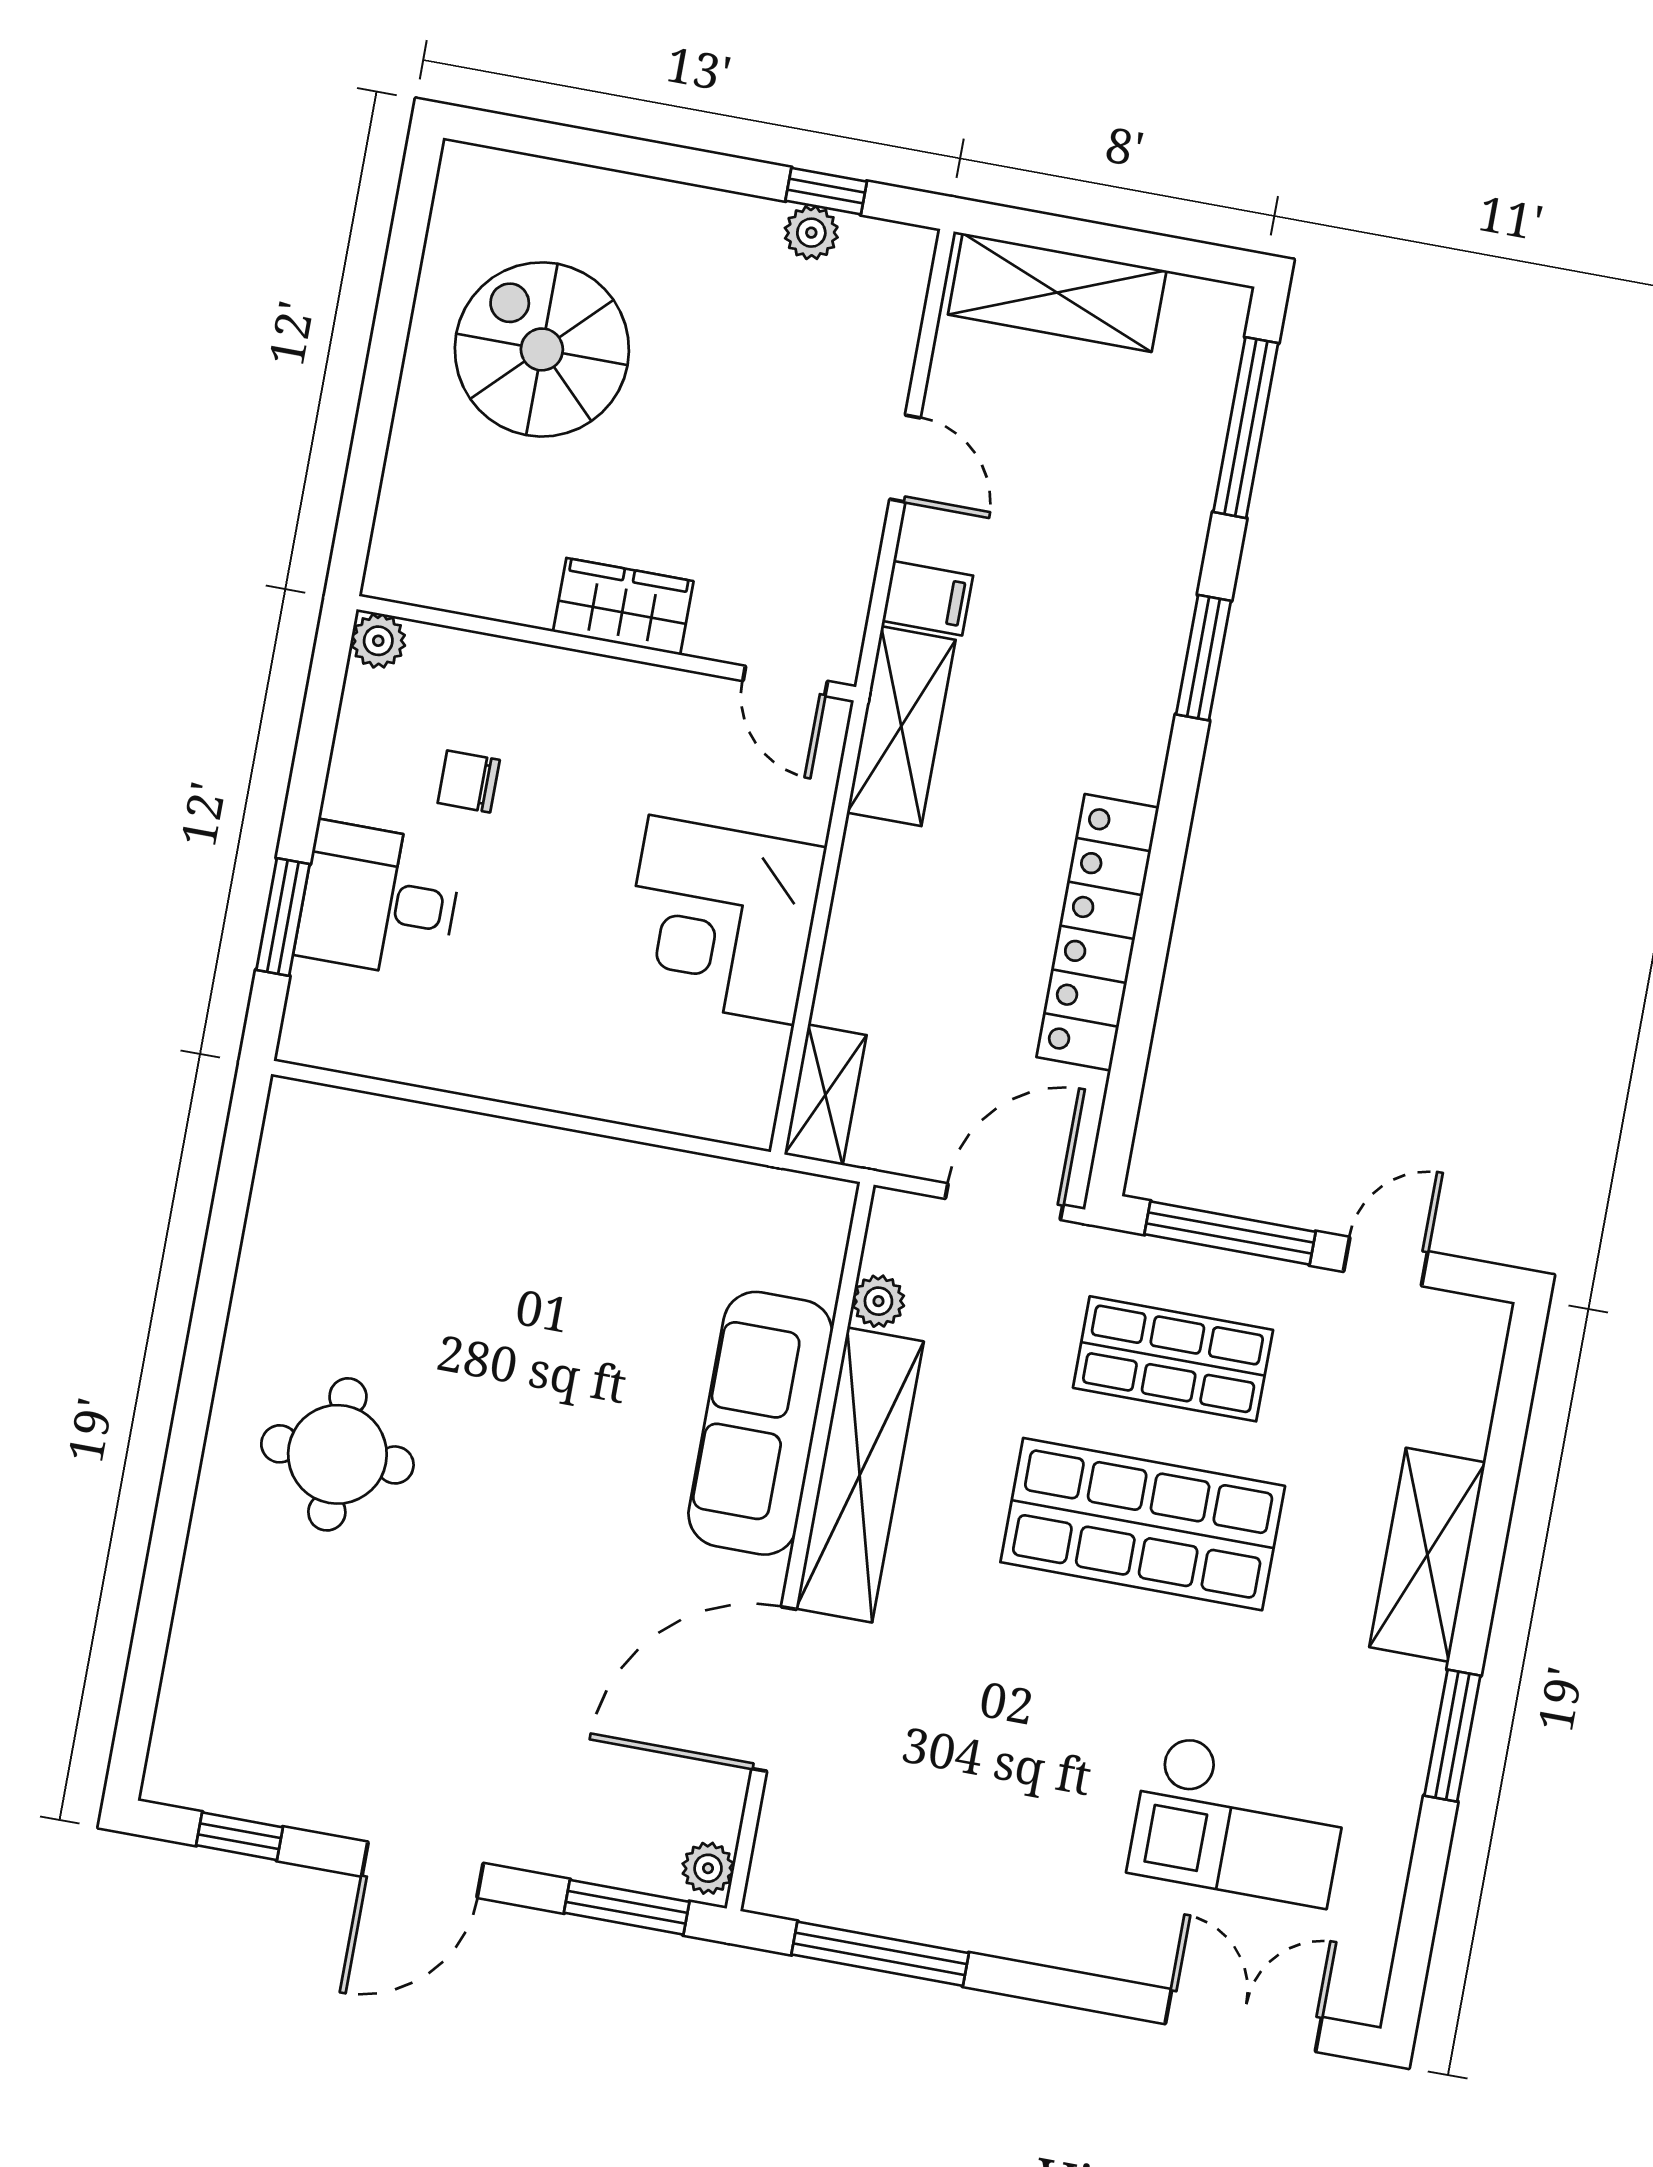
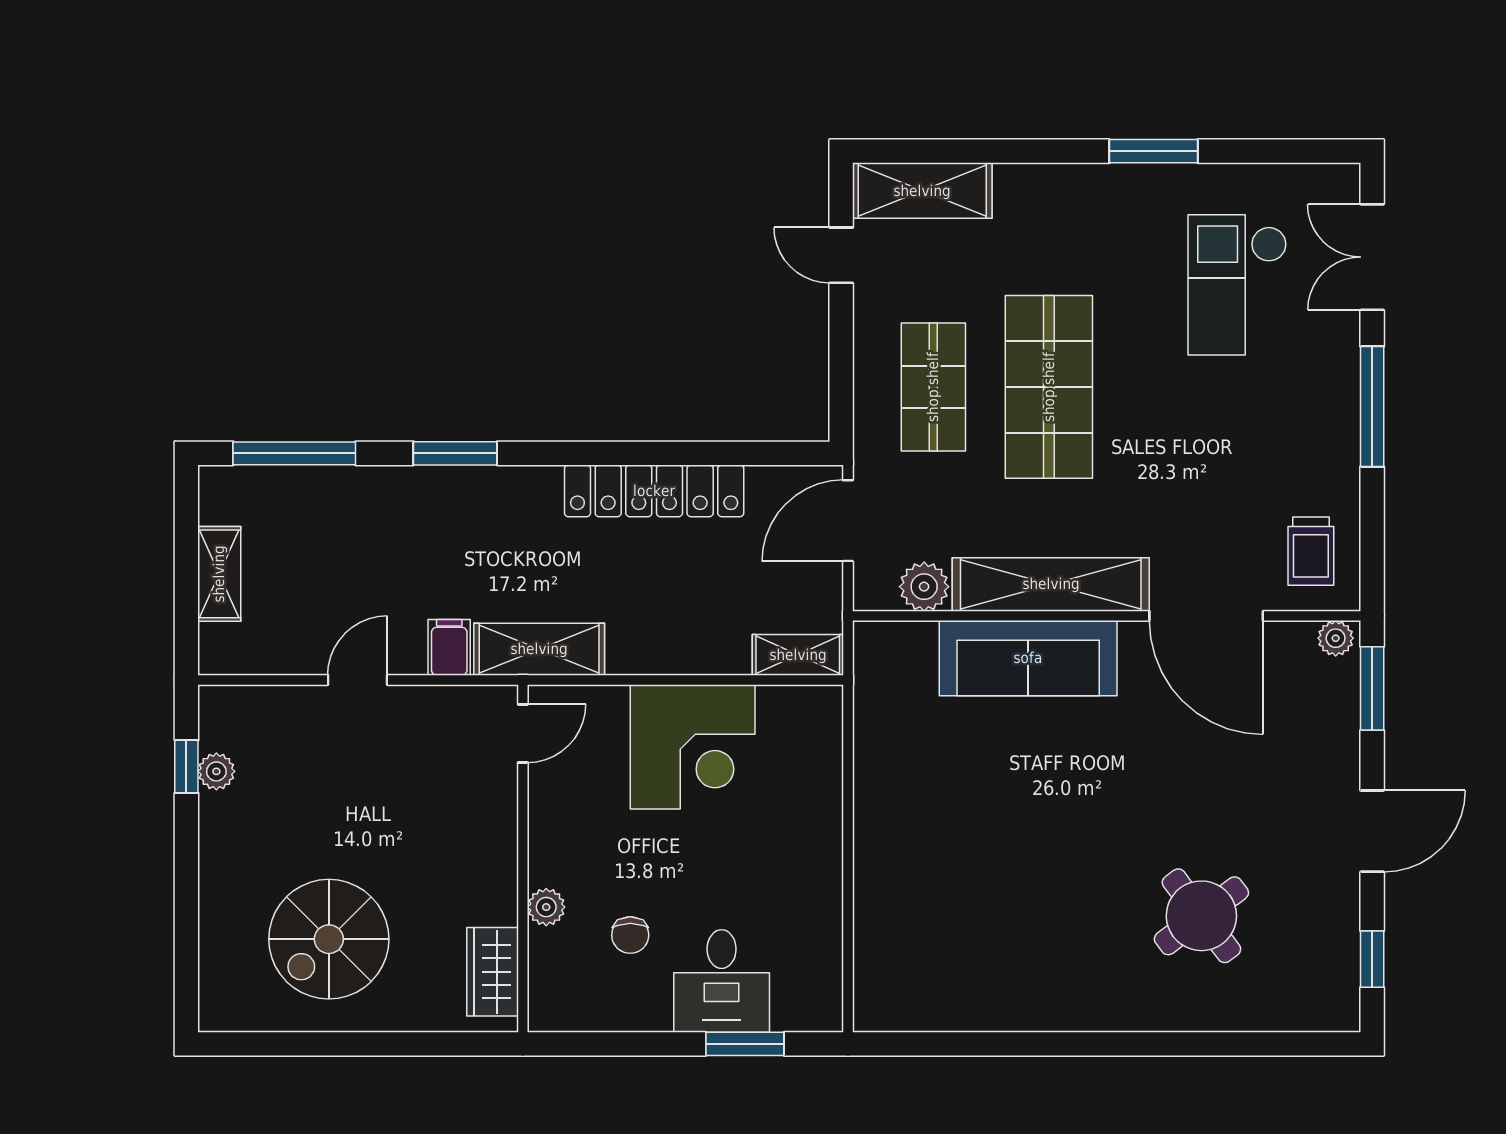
shelving: (1057, 293) -> (219, 574), width x0.67, depth x0.75
wardrobe: (623, 606) -> (493, 972), moved
plant: (378, 641) -> (546, 907), moved
door: (1004, 1202) -> (848, 521), hinge flipped
window: (1230, 1233) -> (841, 364), removed
plant: (878, 1301) -> (924, 587), width x1.38, depth x1.38
round table: (337, 1454) -> (1201, 916), moved, turned -37
shelving: (1427, 1555) -> (922, 191), moved
checkout: (1239, 1820) -> (1237, 285), turned 180
trolley: (839, 1856) -> (1311, 551), added
door: (423, 1870) -> (1372, 831), hinge flipped
window: (880, 1954) -> (1372, 406), moved

